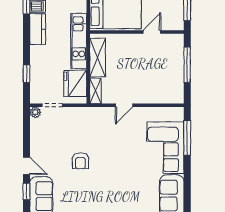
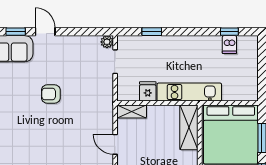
kitchen counter: (38, 29) -> (203, 44), removed
shelving: (98, 58) -> (189, 127), moved, turned 90
fridge: (75, 83) -> (148, 91), width x0.53, depth x0.75
door: (26, 166) -> (45, 32), swing flipped

